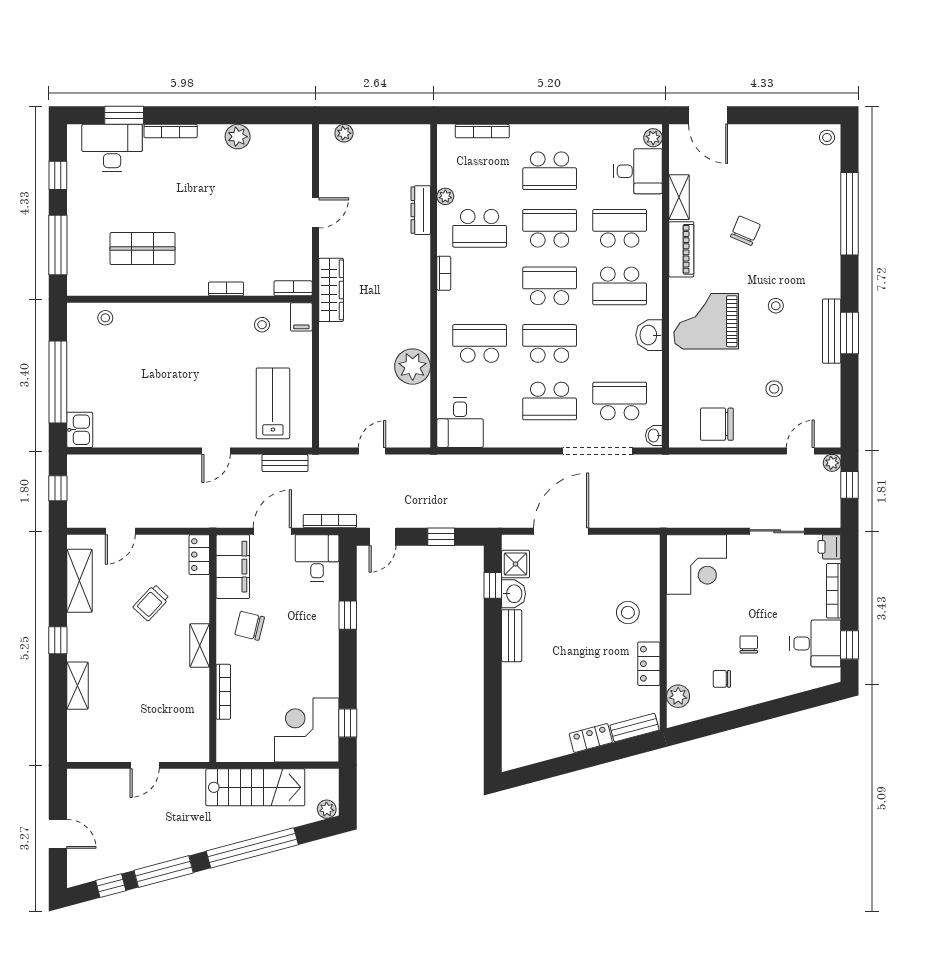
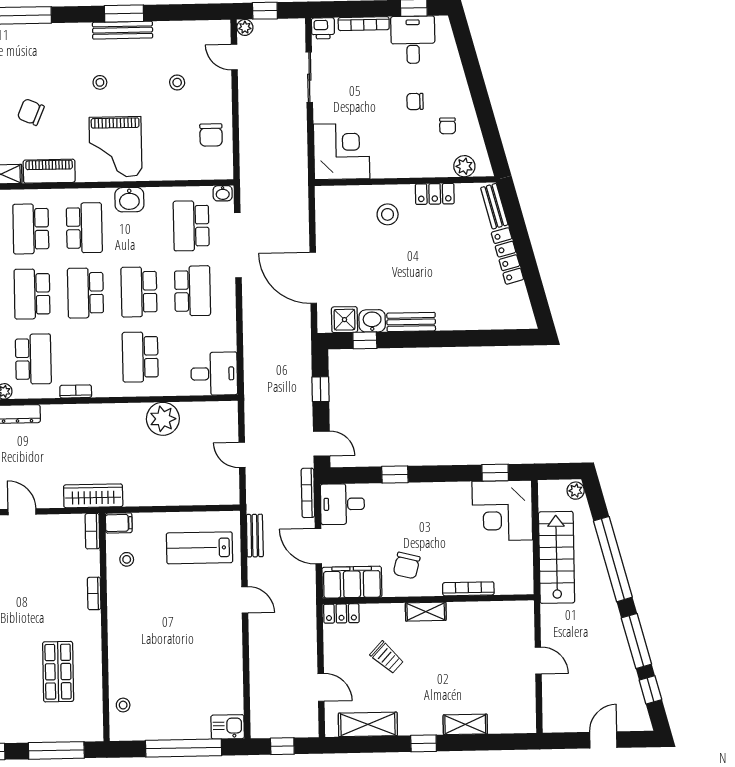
chair: (717, 424) -> (211, 135), width x0.73, depth x0.73
locker: (591, 738) -> (507, 256), width x1.53

